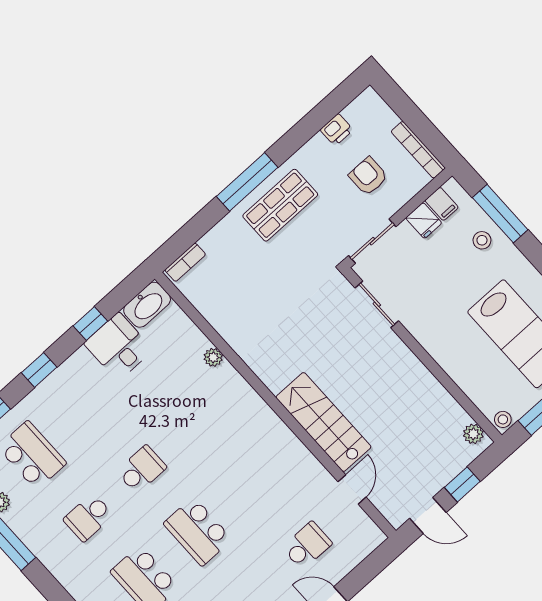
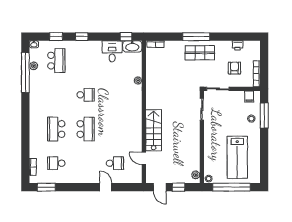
fridge: (424, 221) -> (239, 97), removed
window: (90, 324) -> (126, 37), moved
door: (352, 489) -> (144, 158), swing flipped
school desk: (88, 517) -> (56, 95), removed
school desk: (198, 531) -> (86, 129), turned 180

